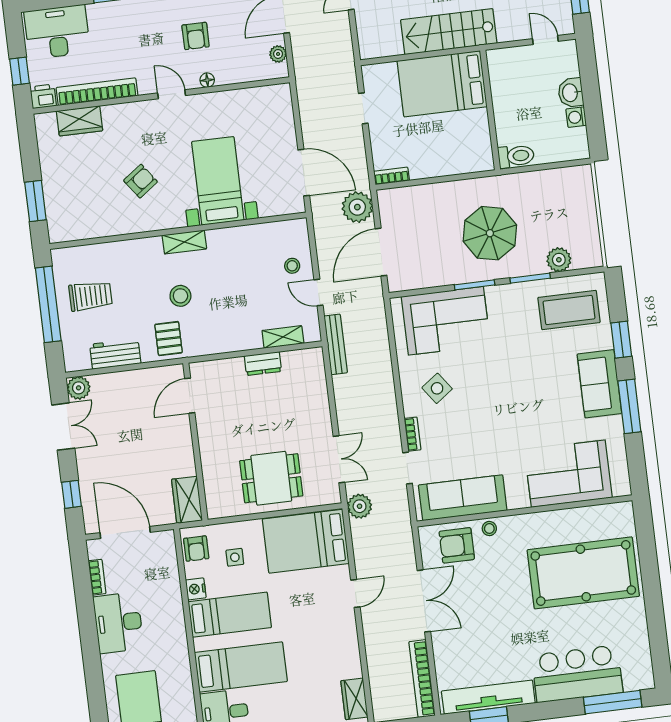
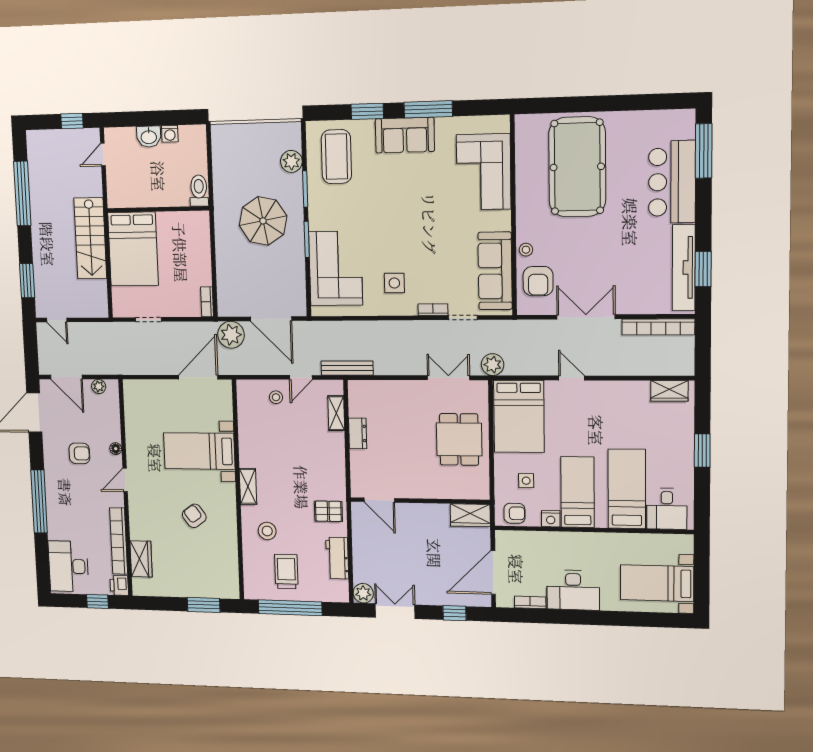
stool: (180, 296) -> (267, 531), moved
side table: (437, 388) -> (394, 283), turned 36

